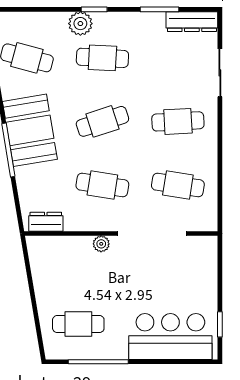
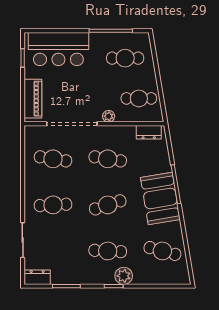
dresser: (192, 22) -> (37, 277), width x0.70
cafe table: (59, 268) -> (139, 98), added
piano: (206, 268) -> (33, 99), added

